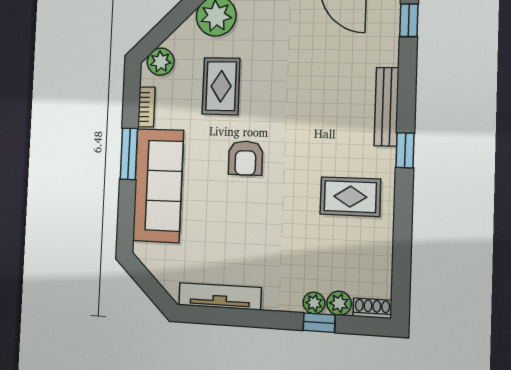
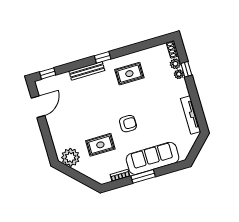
plant: (161, 62) -> (98, 176), removed
rug: (350, 197) -> (129, 74), turned 90

